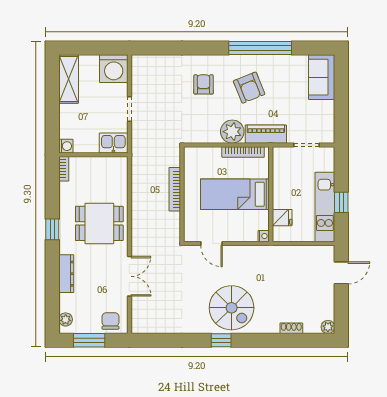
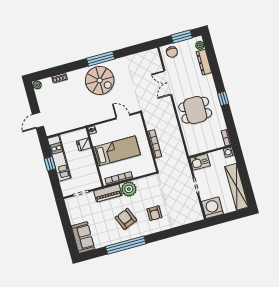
shelving: (69, 79) -> (237, 187), width x1.47
dresser: (66, 274) -> (204, 62), moved
spiral stairs: (232, 308) -> (100, 80), turned 180
window: (221, 340) -> (101, 59), width x2.17

